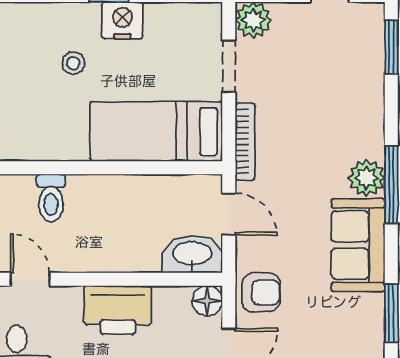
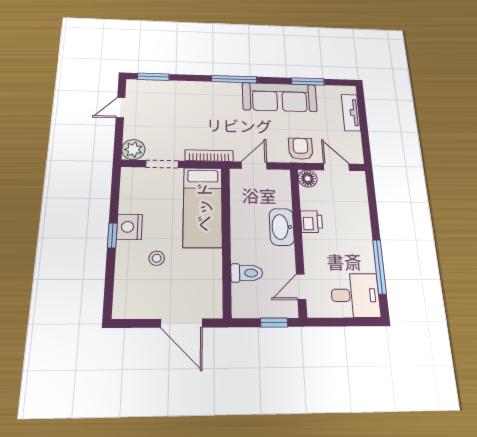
plant: (367, 178) -> (230, 92), removed
sofa: (358, 245) -> (280, 97), width x1.36
washbasin: (192, 254) -> (282, 227), moved
printer: (118, 310) -> (311, 222), width x0.53, depth x0.68

